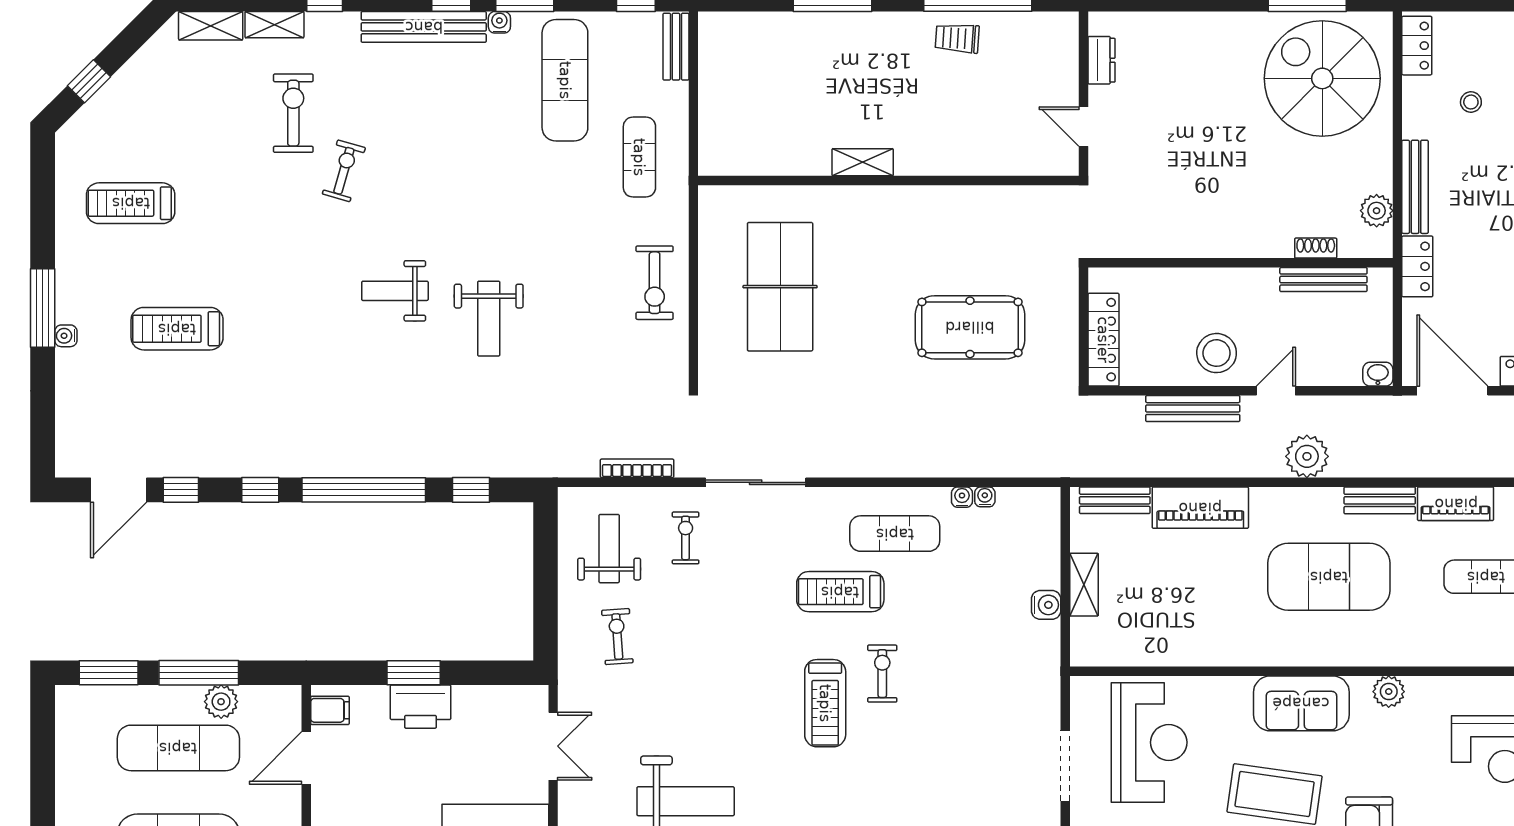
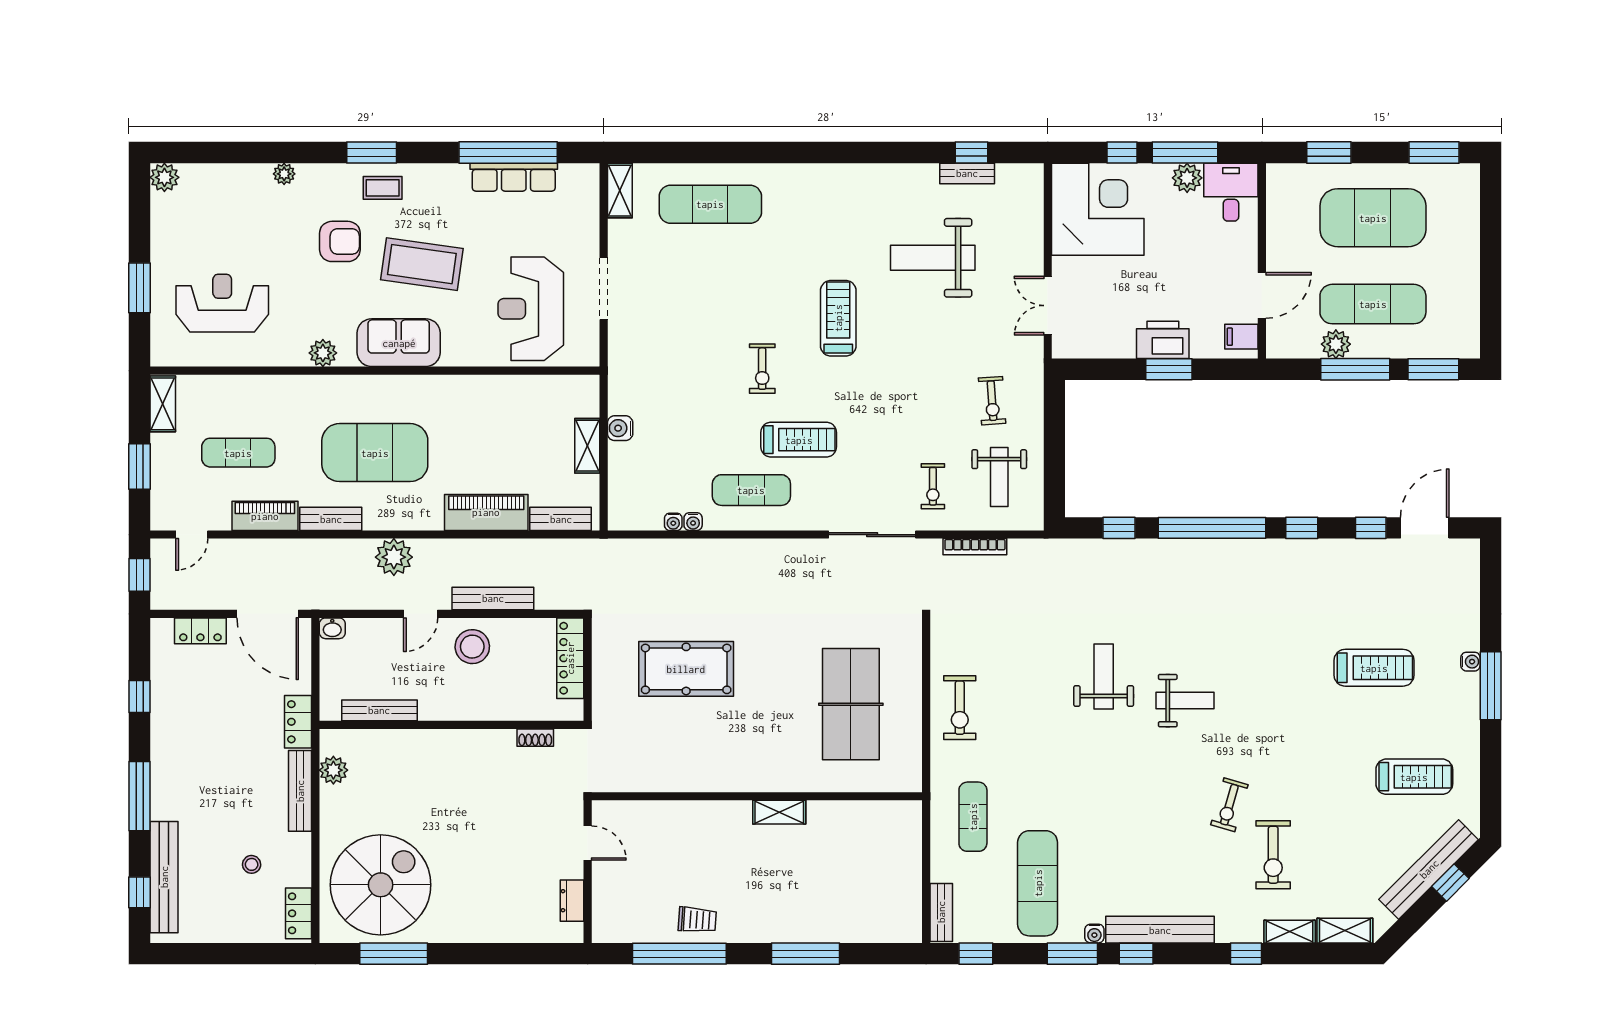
spiral stairs: (1322, 78) -> (381, 885), turned -90
bench: (114, 96) -> (1429, 869), added
shoe rack: (1316, 248) -> (535, 738), moved
exercise bike: (655, 283) -> (960, 708), turned 180
treadmill: (825, 703) -> (838, 318), moved

